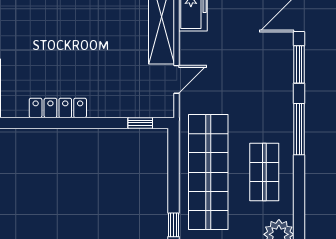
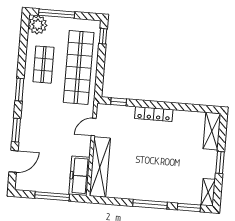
locker: (58, 108) -> (154, 114), moved
window: (299, 129) -> (19, 90), width x0.69

